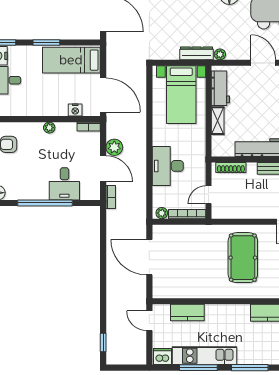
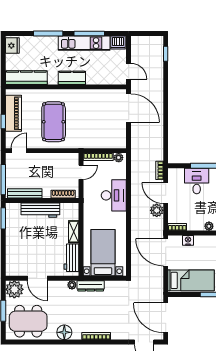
door: (149, 257) -> (129, 108), moved
kitchen counter: (187, 312) -> (72, 78), moved

